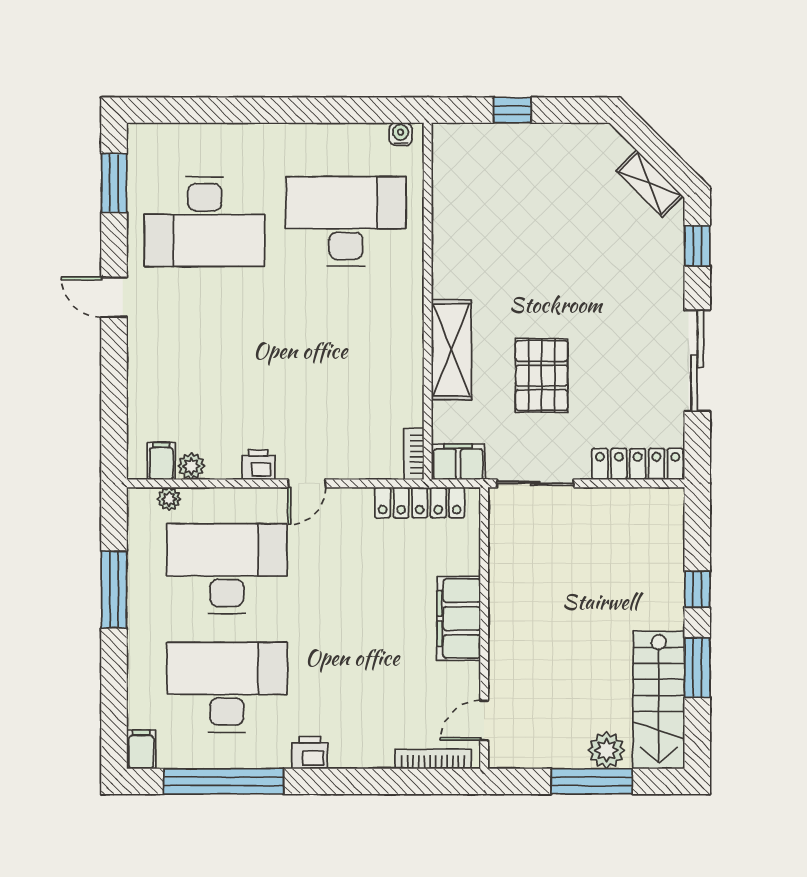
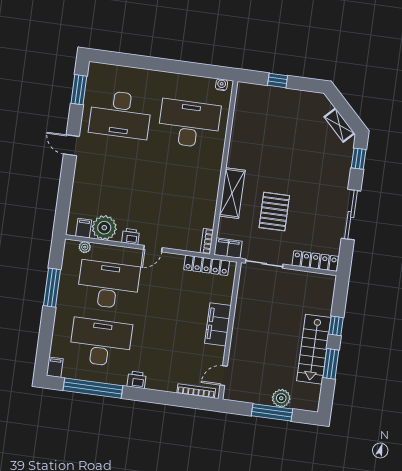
plant: (191, 466) -> (104, 228), width x1.88, depth x1.88
stairs: (659, 700) -> (314, 349), moved

